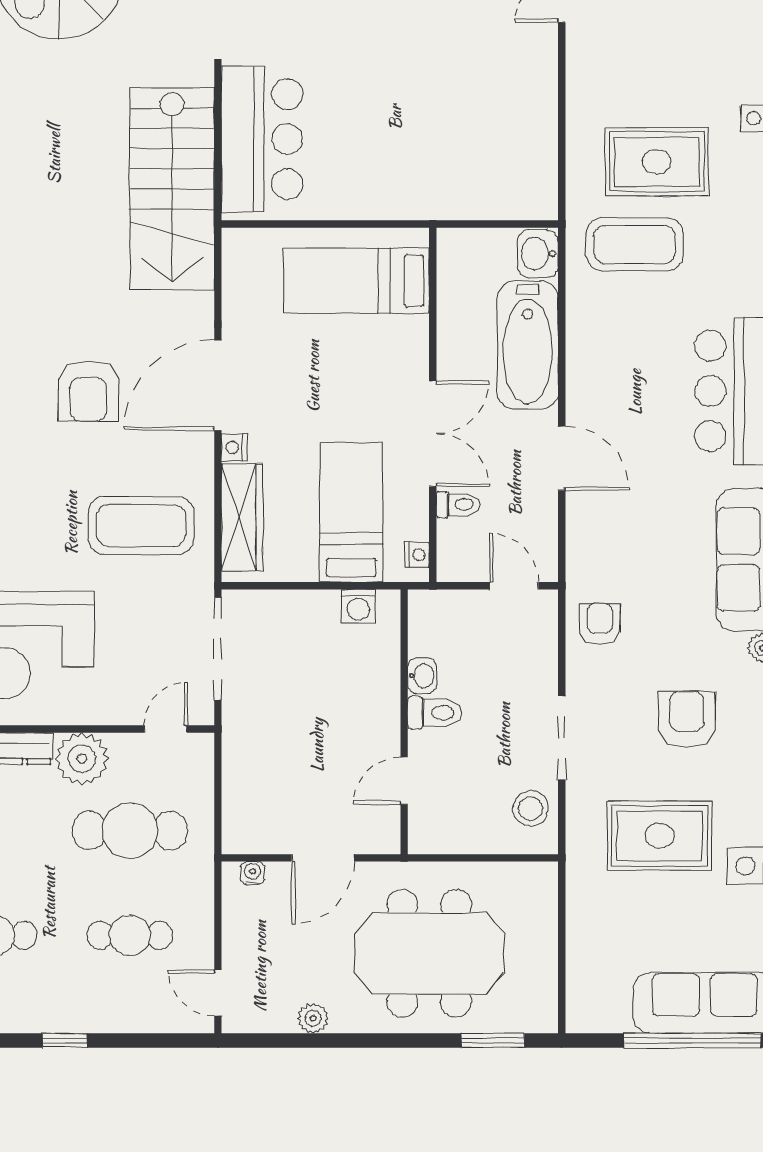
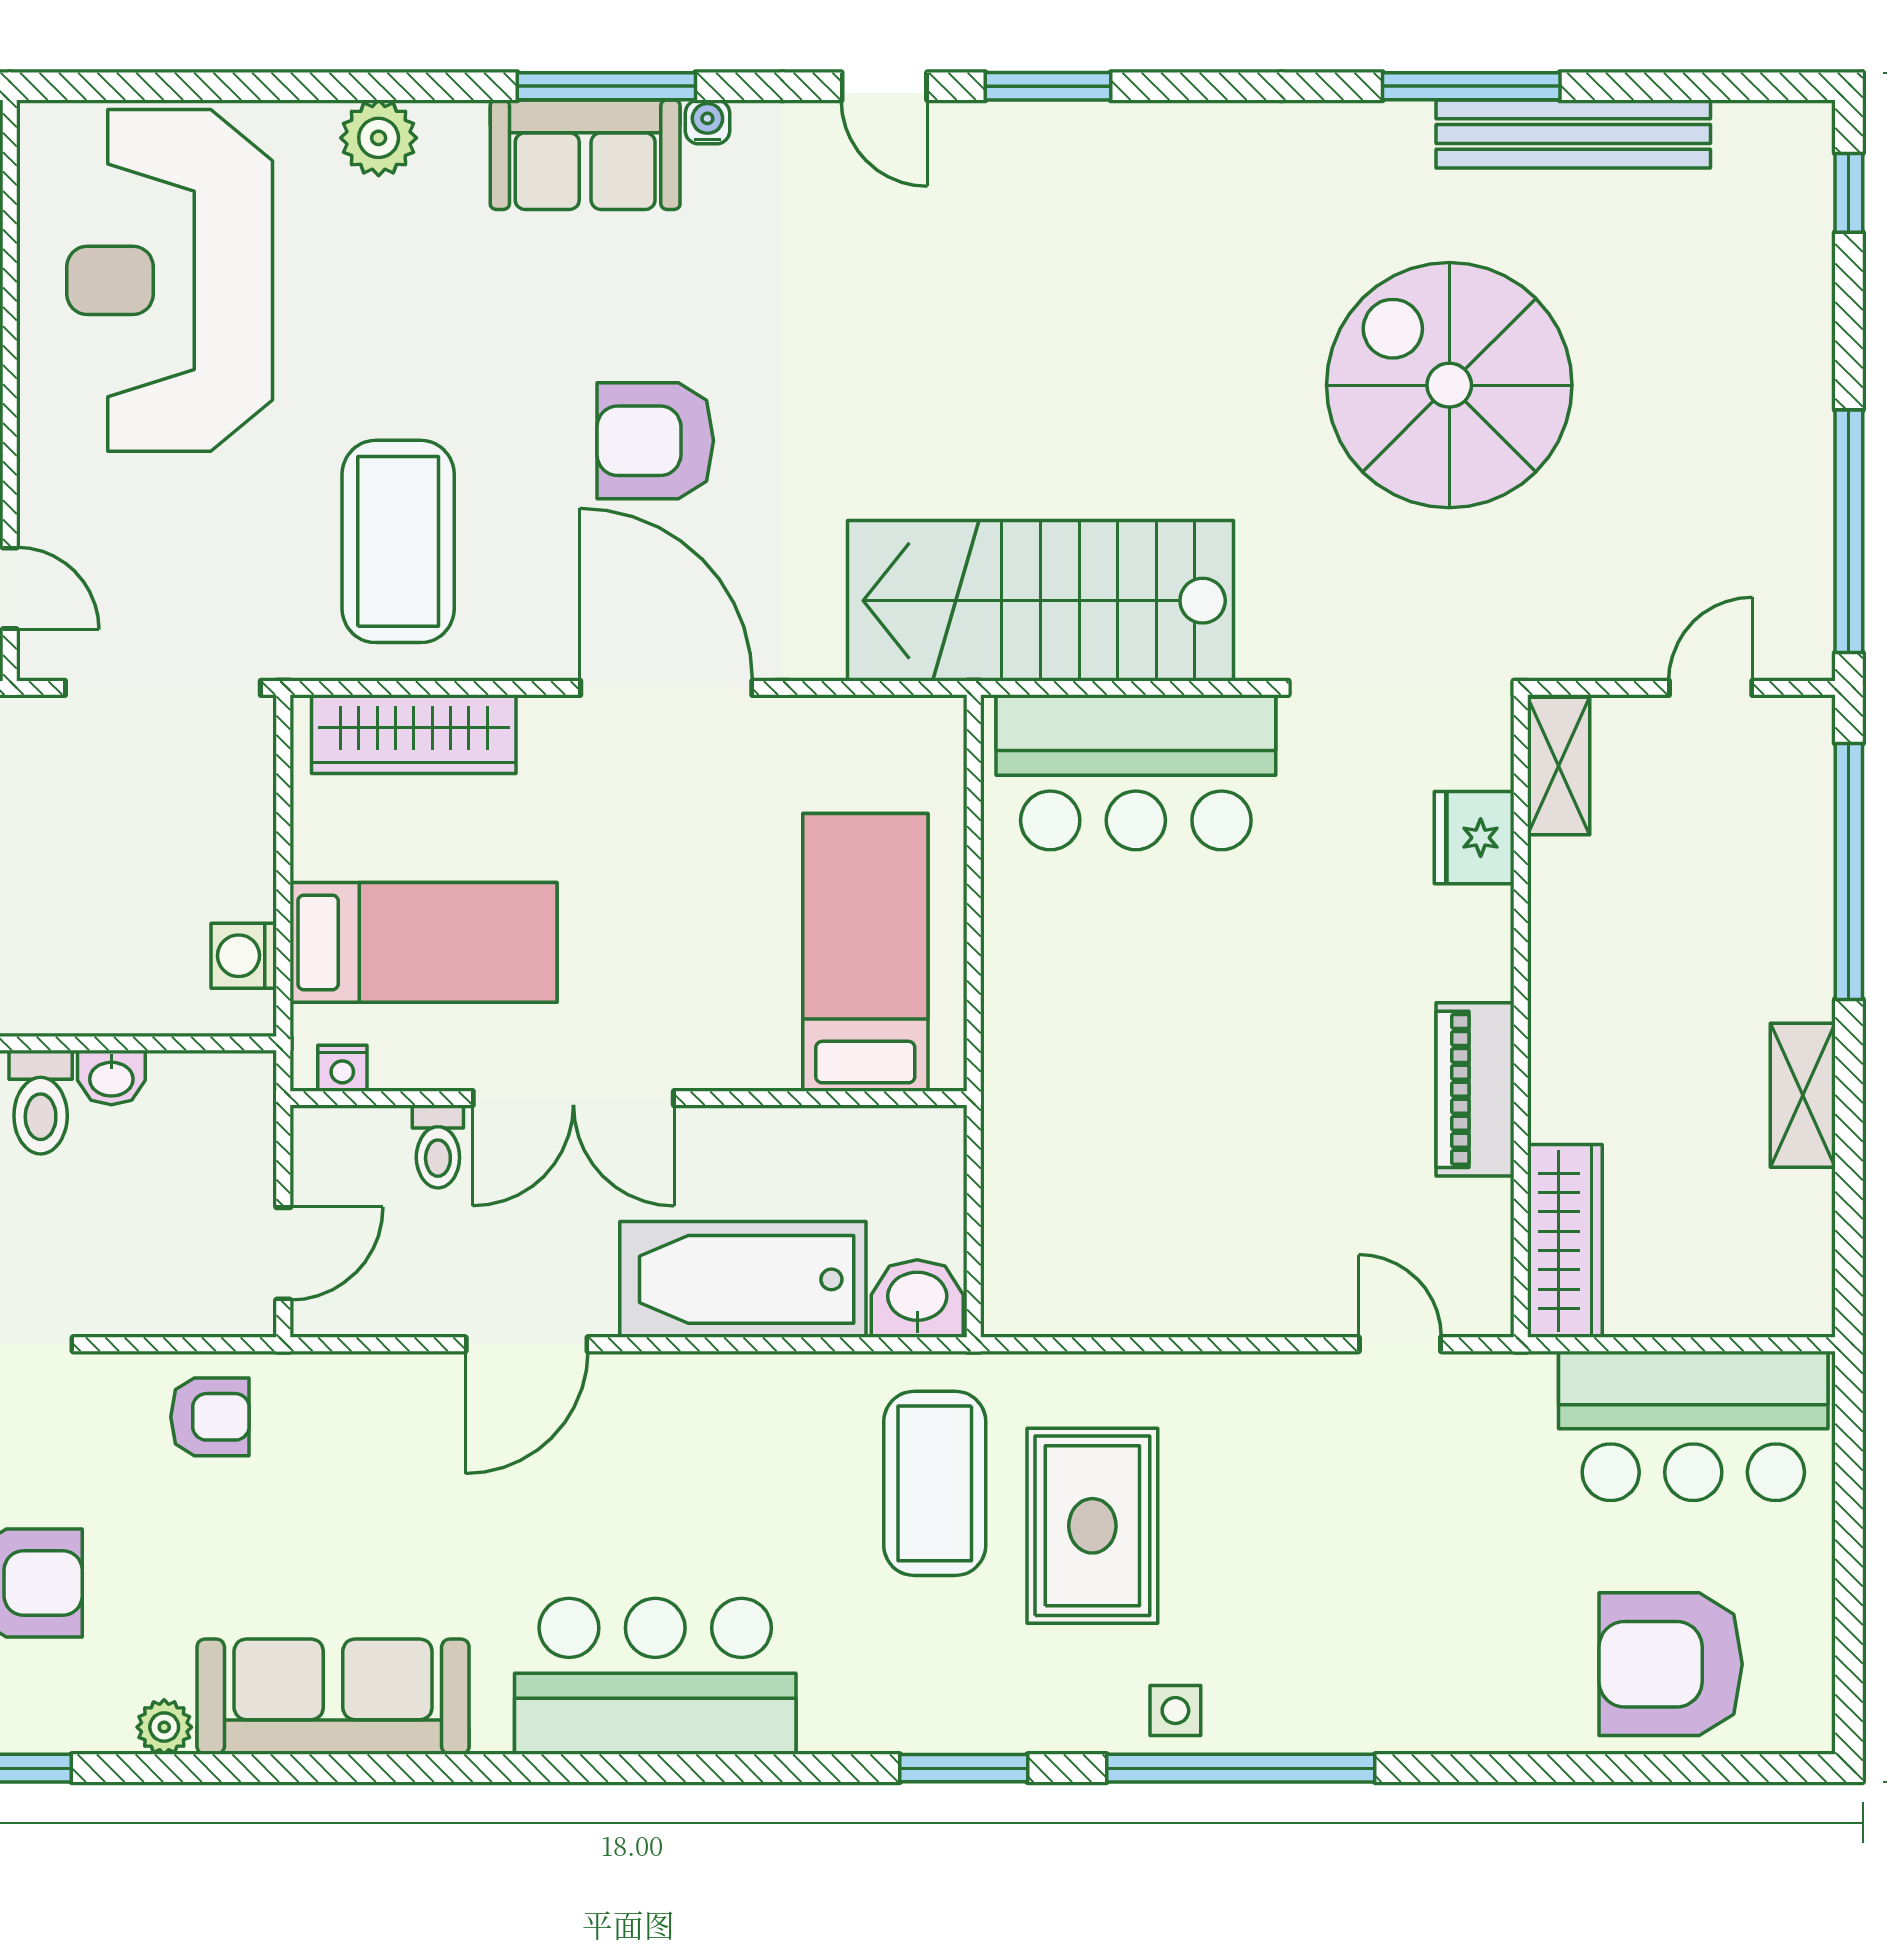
nightstand: (234, 447) -> (547, 719), removed

